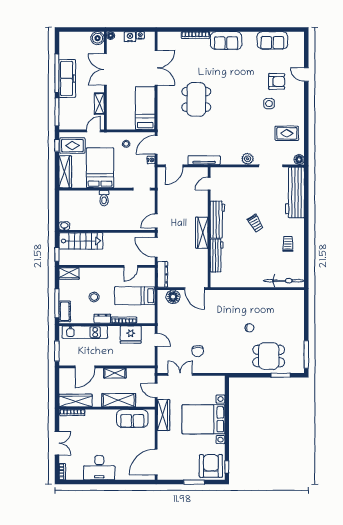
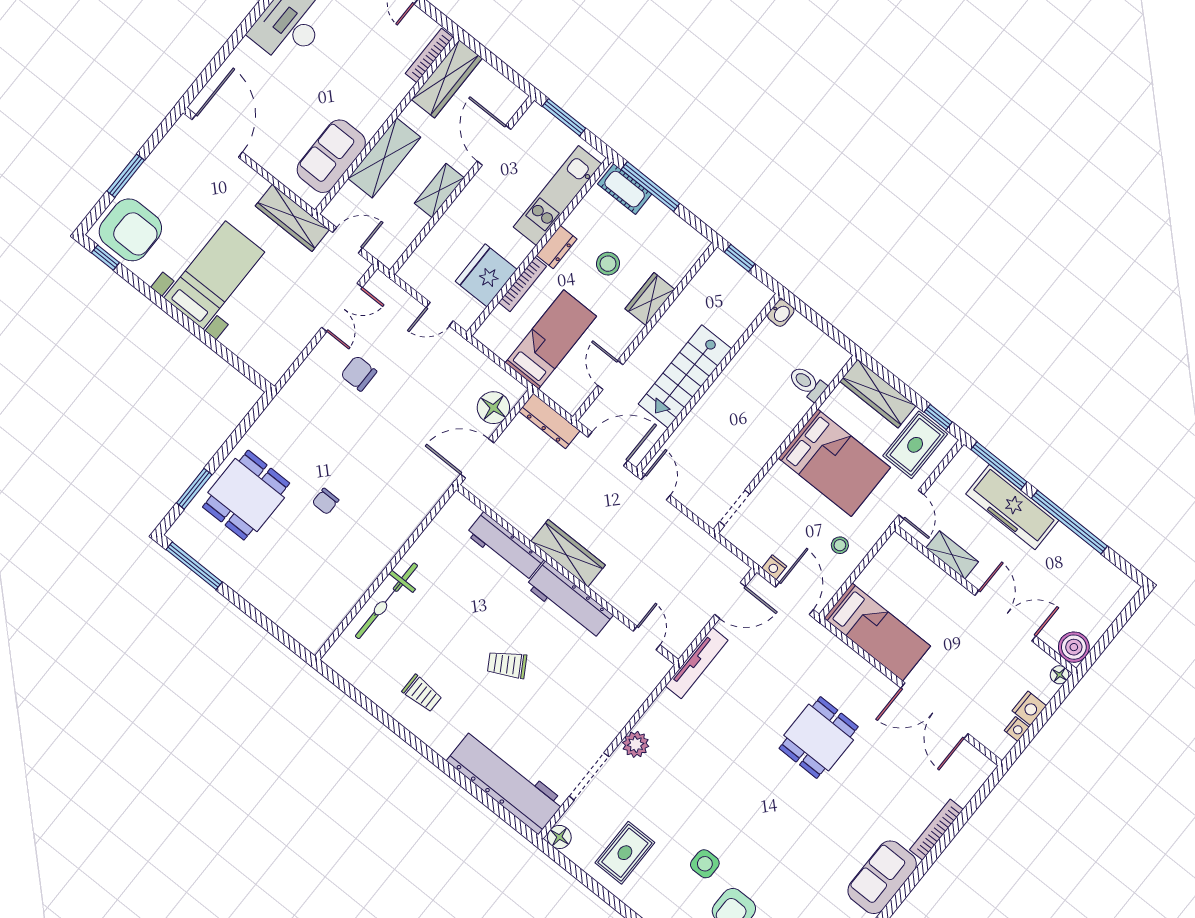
freezer: (67, 78) -> (1012, 507), moved
dining table: (196, 99) -> (819, 738), width x0.73
door: (174, 166) -> (730, 600), swing flipped
toilet: (104, 198) -> (807, 383), moved
stairs: (81, 241) -> (685, 376), moved
wardrobe: (69, 273) -> (650, 299), moved
bicycle: (284, 281) -> (386, 601), moved
bed with nightstands: (203, 419) -> (214, 275), width x0.73

